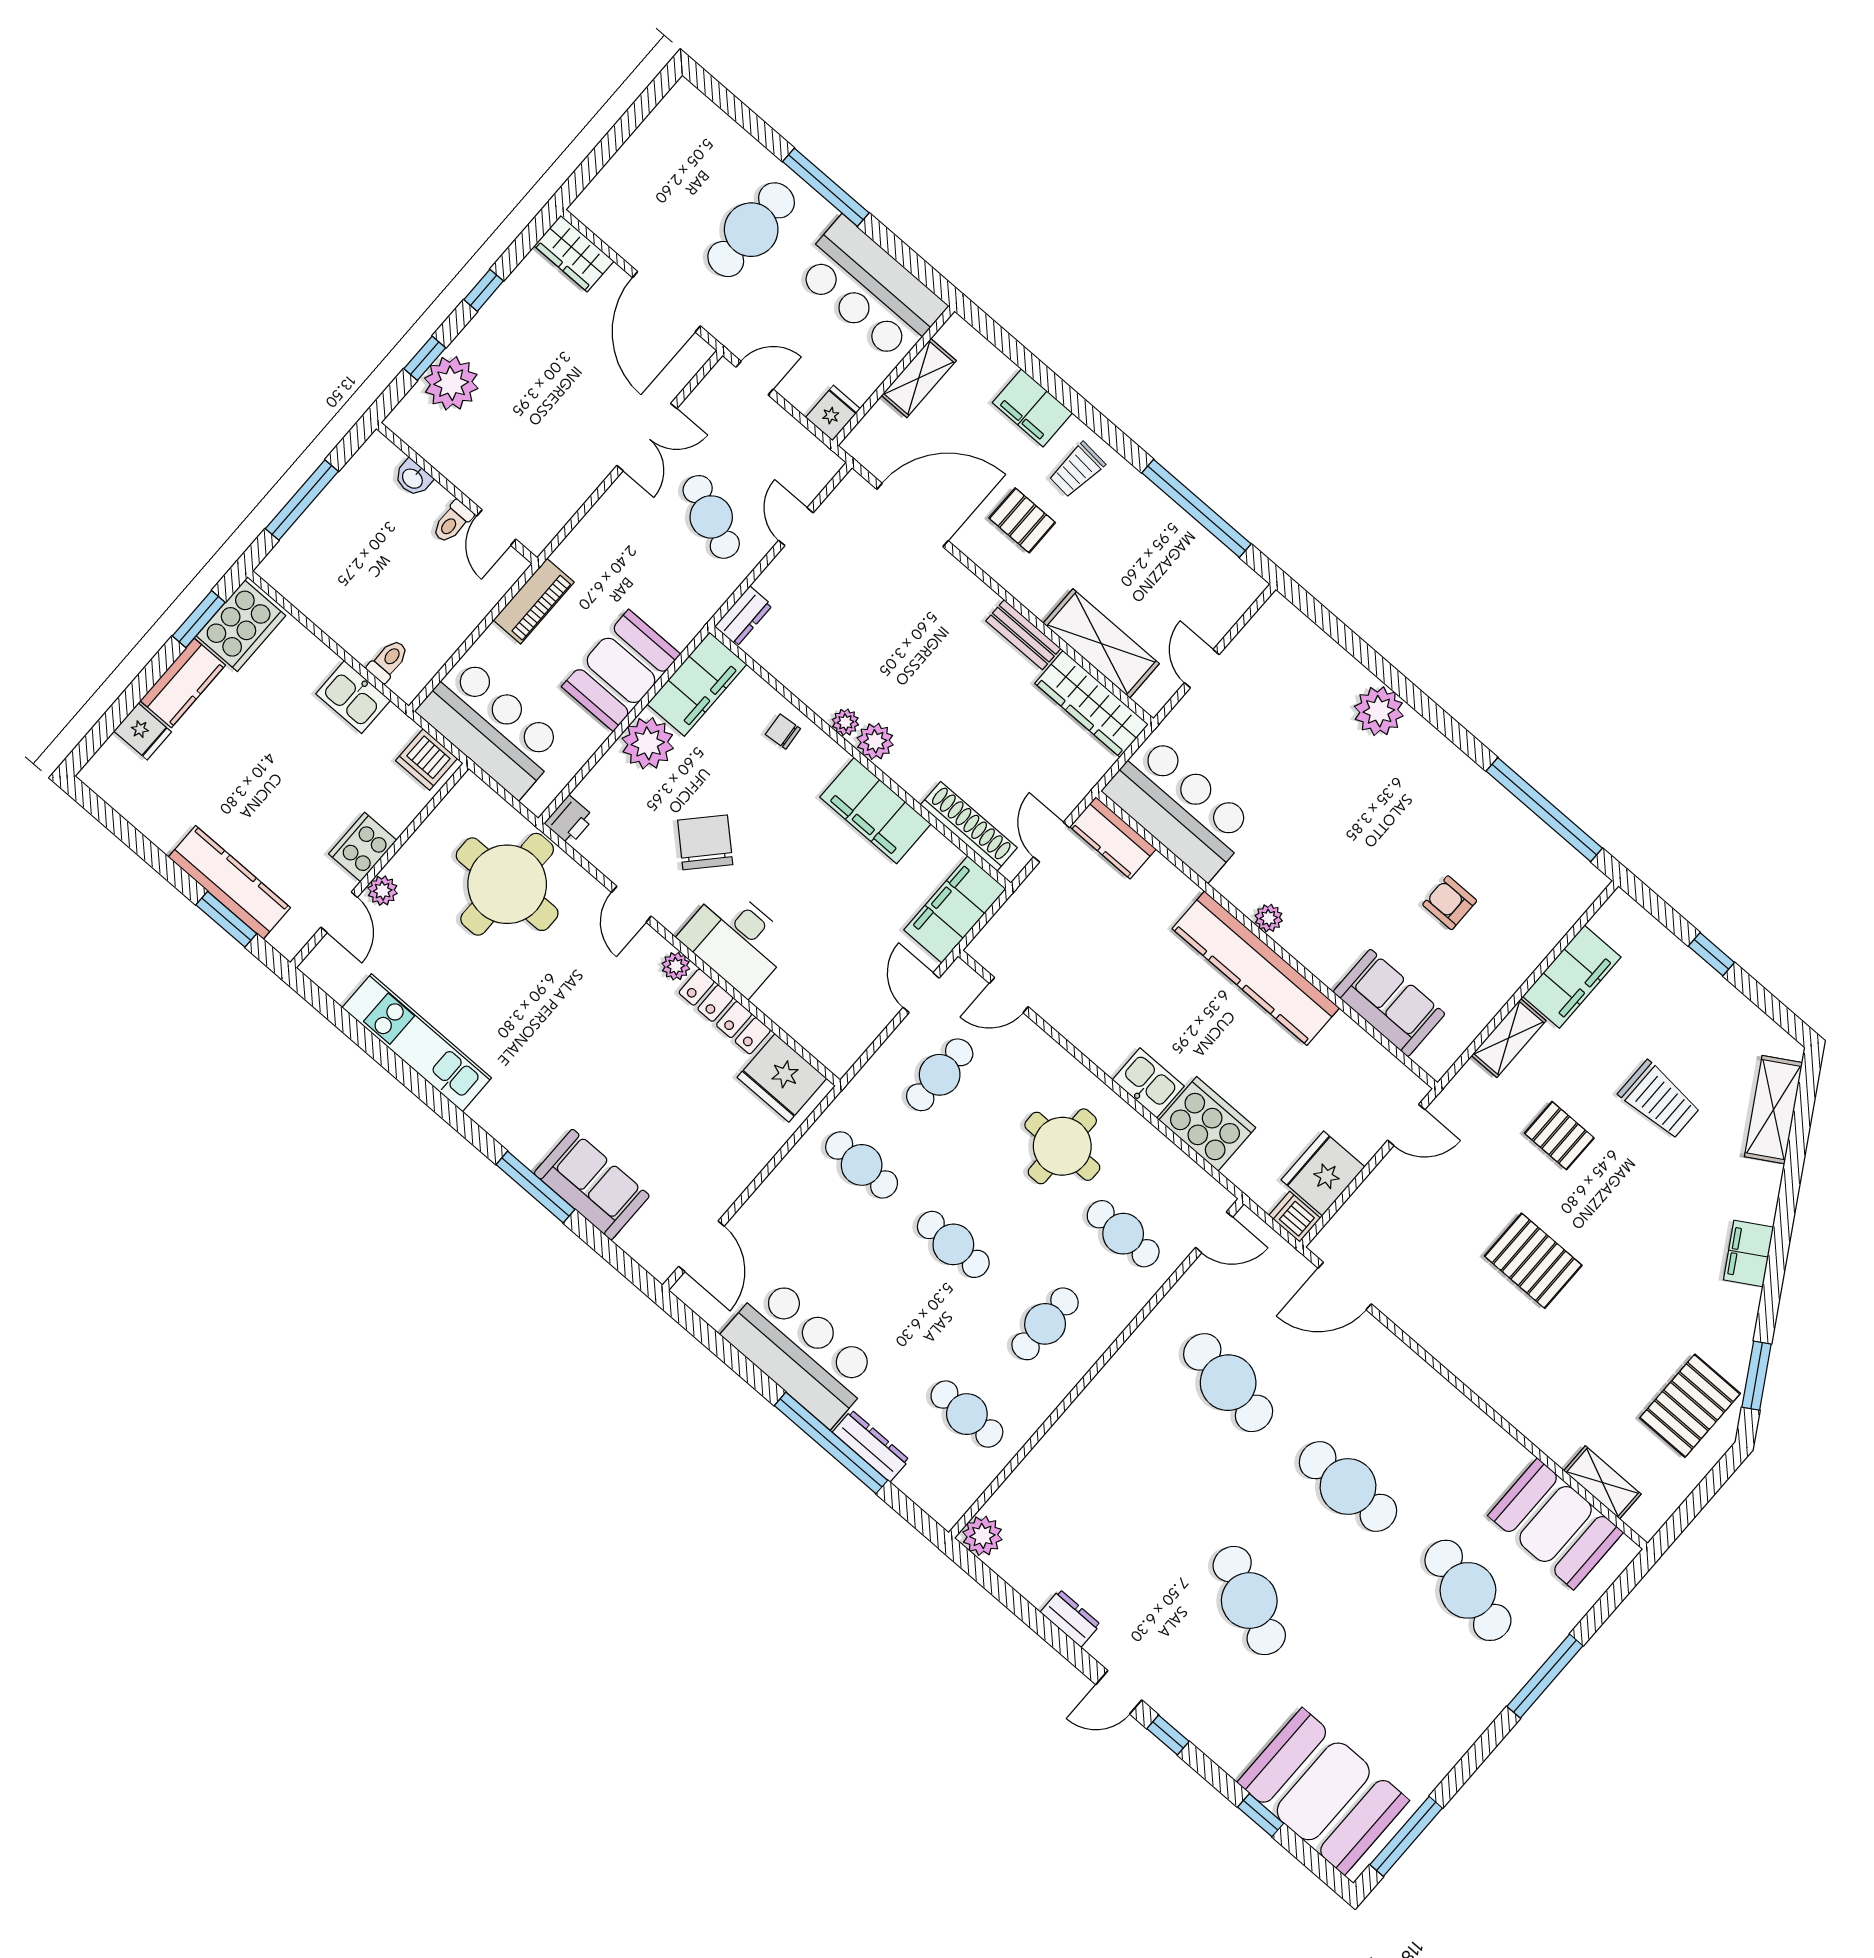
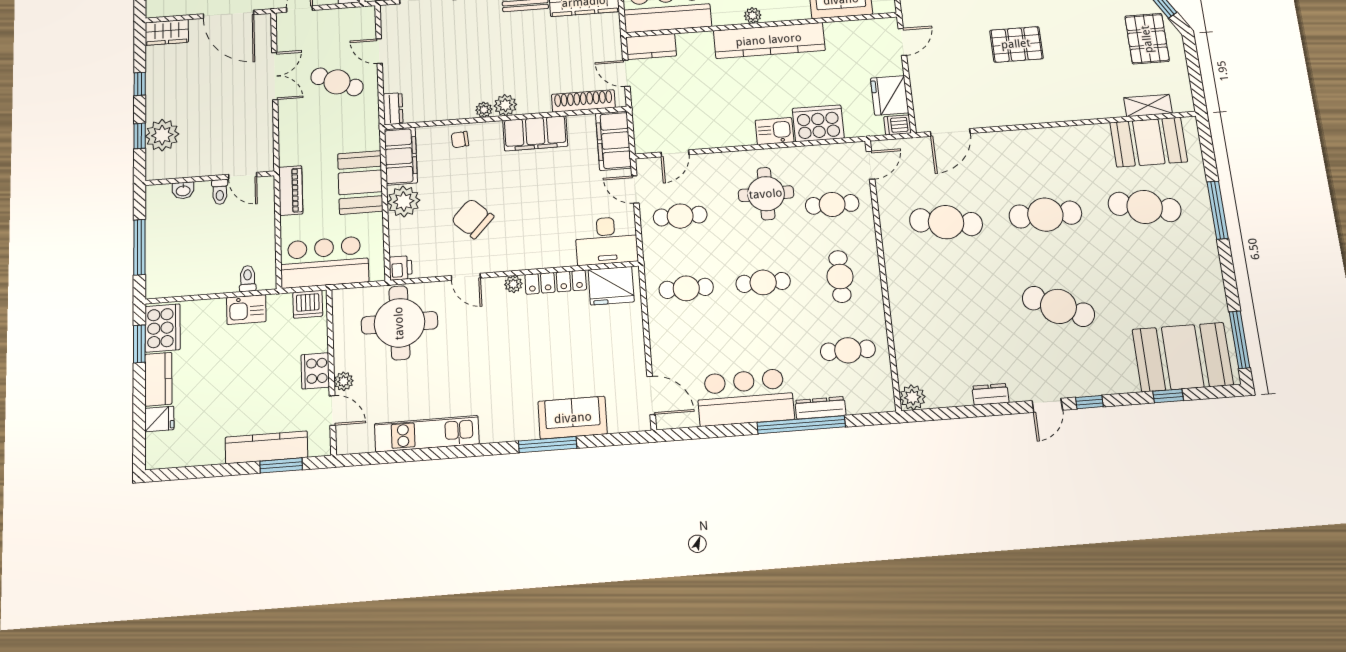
desk: (736, 940) -> (606, 241), moved
cafe table: (940, 1075) -> (680, 216), turned 90

